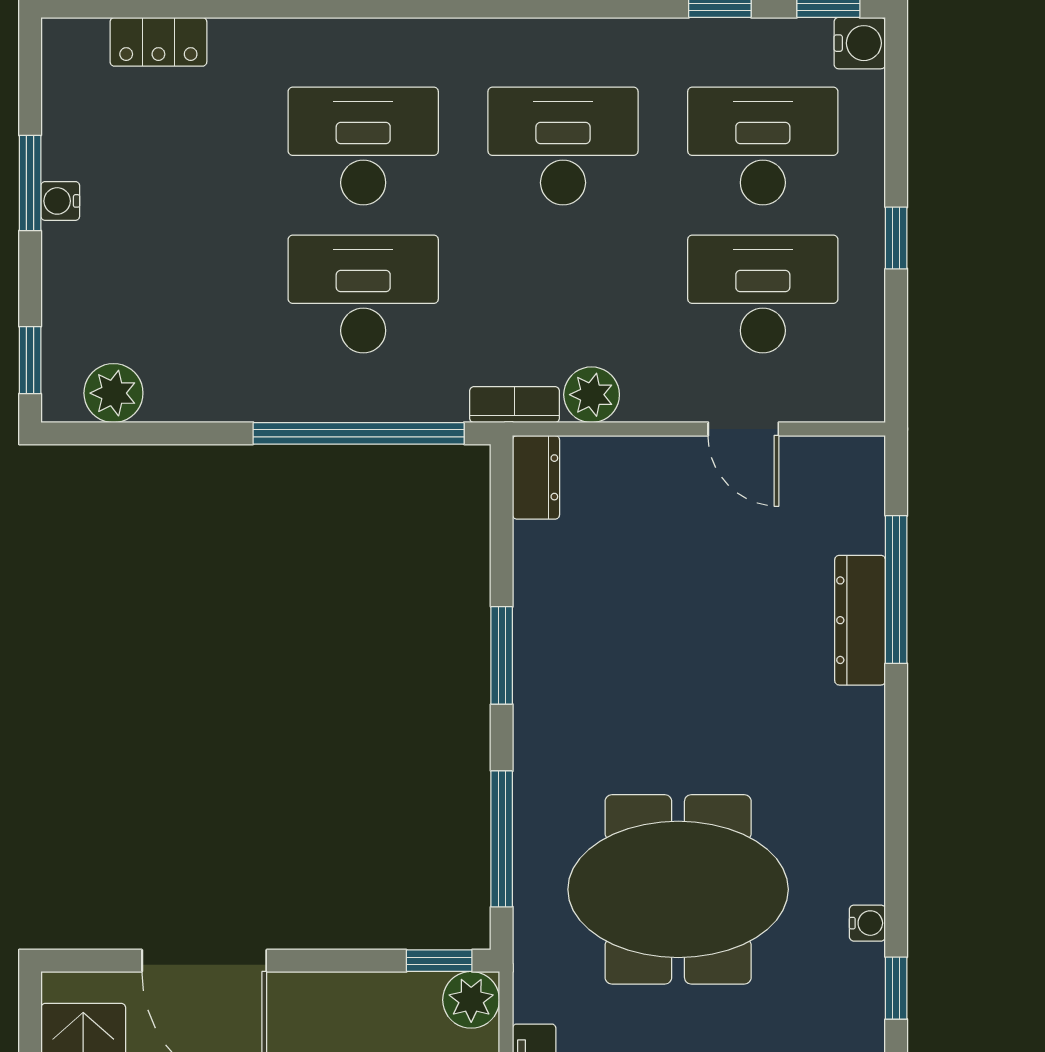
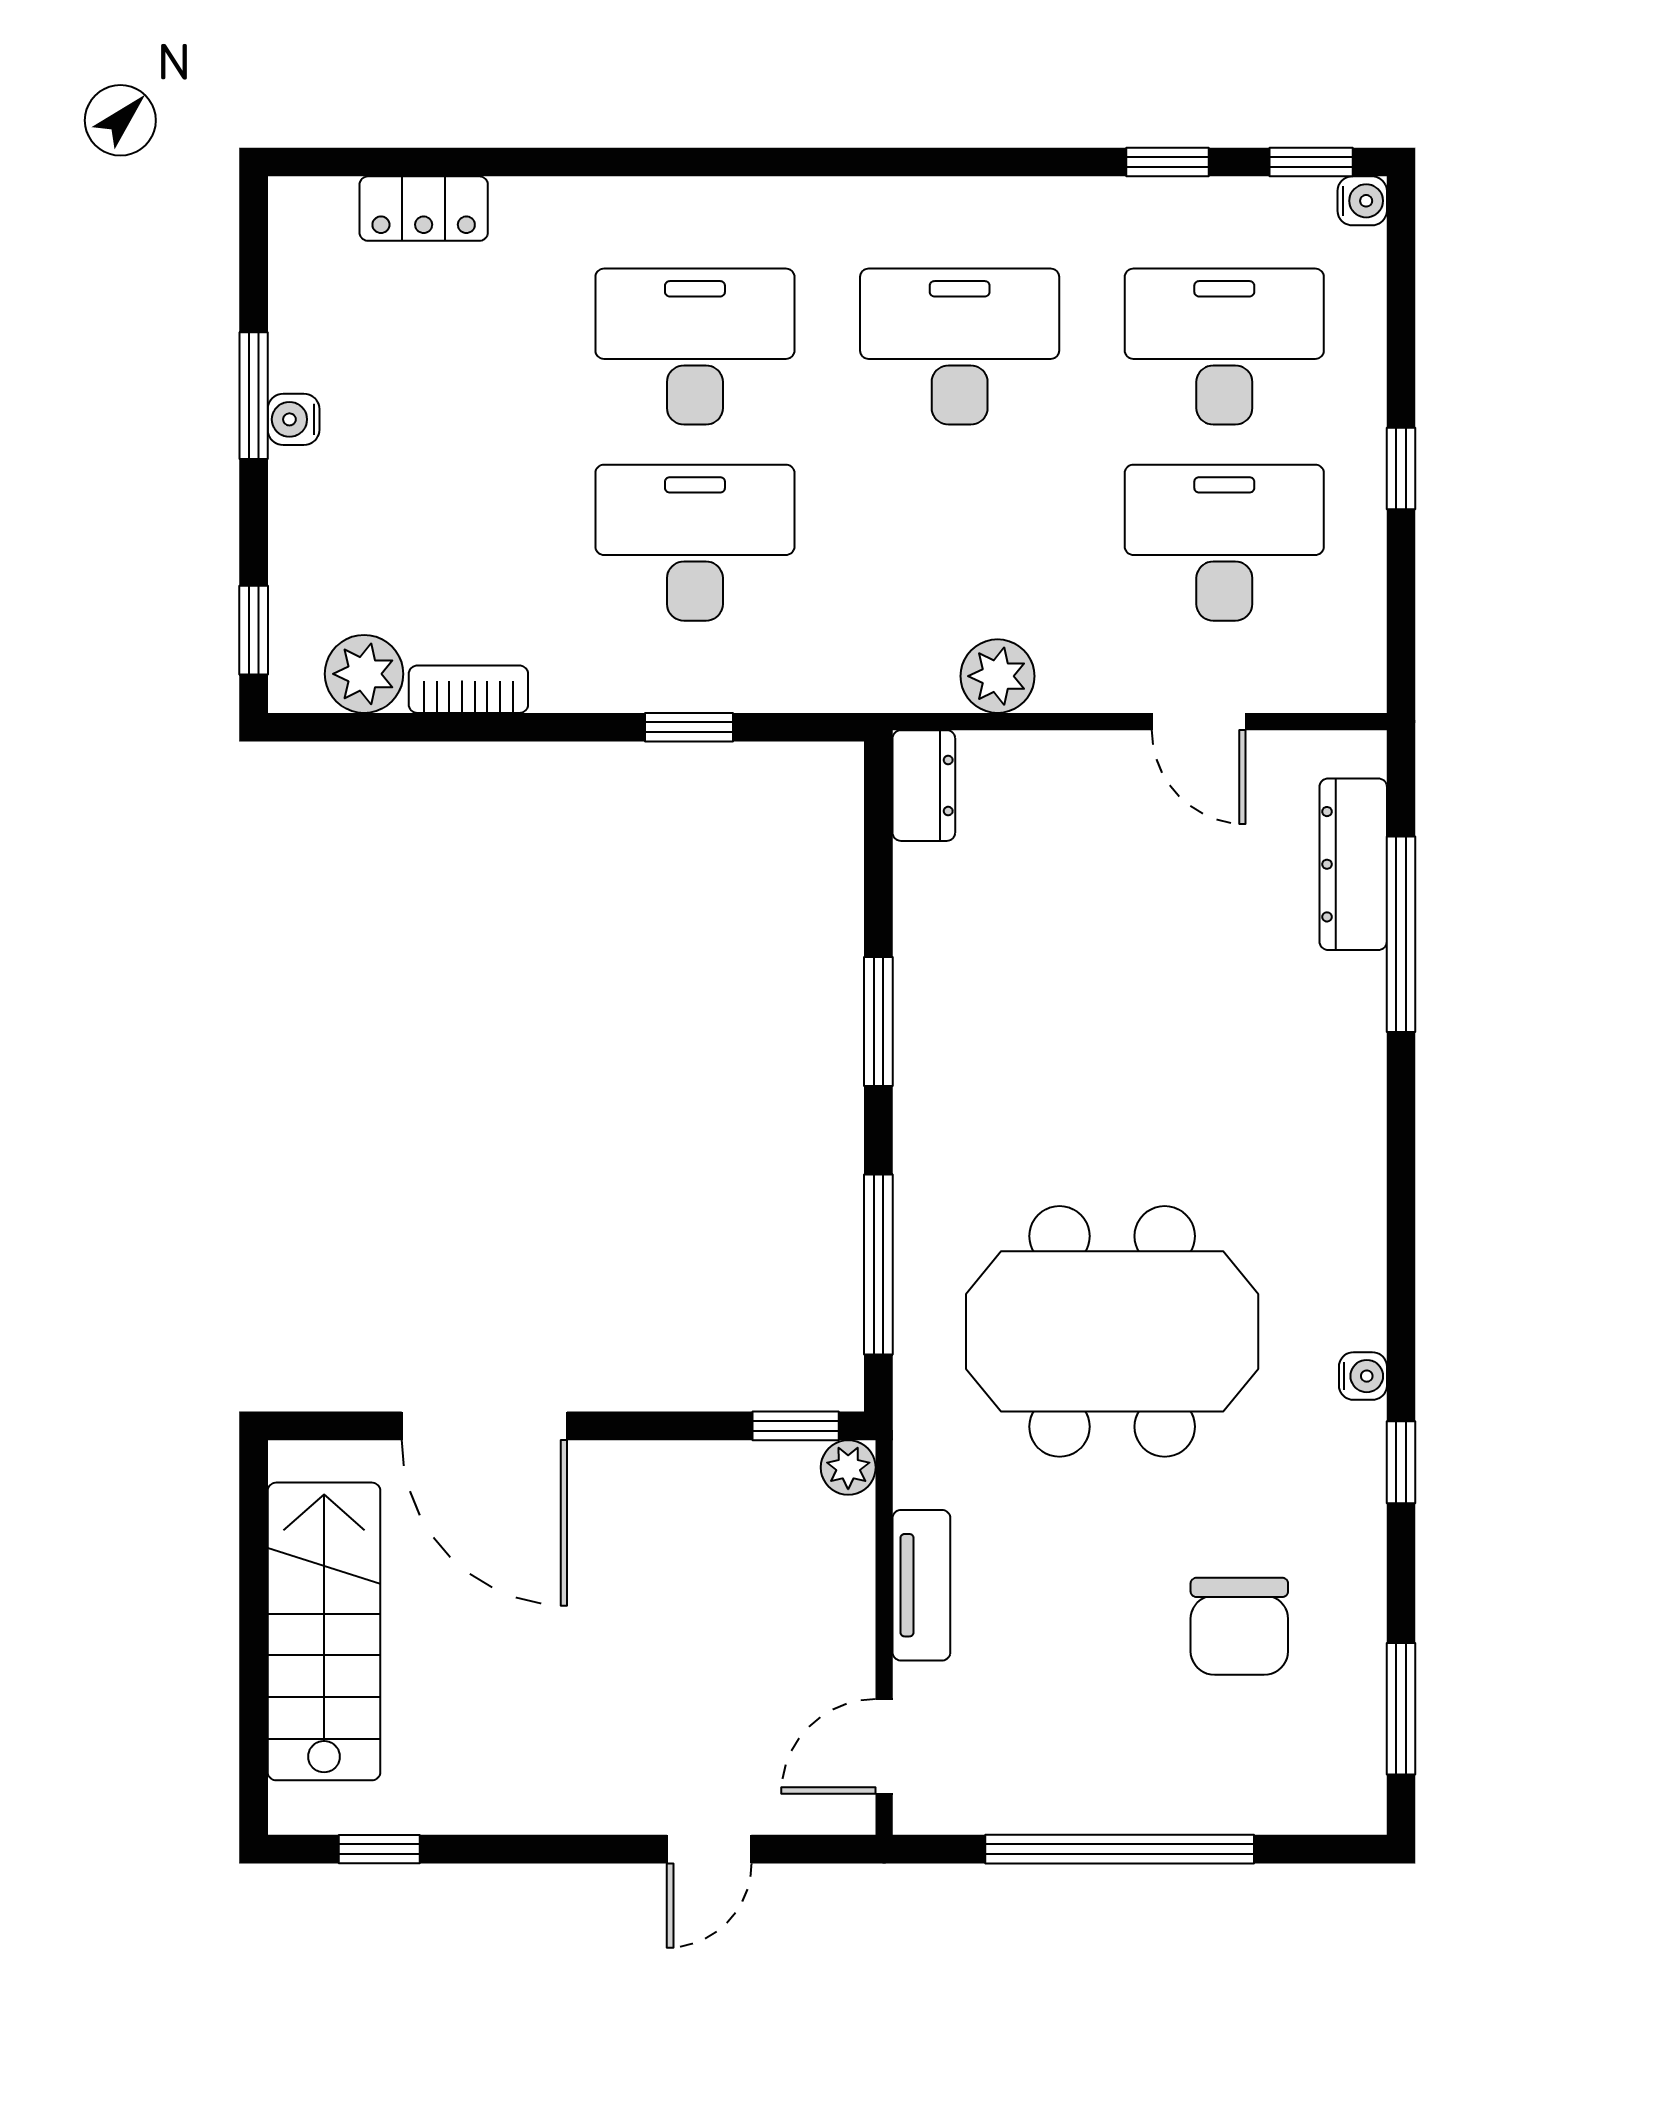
water cooler: (860, 43) -> (1362, 201), width x0.72, depth x0.72
bookcase: (515, 405) -> (468, 689), moved
window: (359, 433) -> (689, 727), width x0.32
dresser: (860, 620) -> (1353, 864), moved
plant: (471, 1000) -> (848, 1467), width x0.73, depth x0.73

